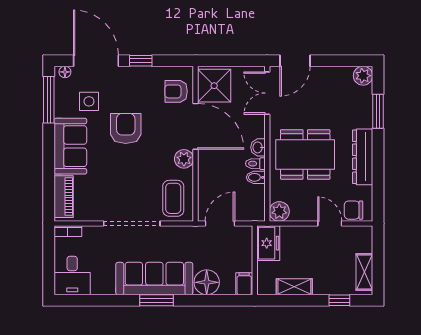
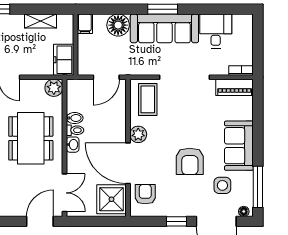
armchair: (176, 91) -> (145, 194), turned -90
dining table: (305, 154) -> (31, 138), turned 90
piano: (64, 197) -> (235, 87), moved, turned -90
desk: (72, 276) -> (216, 31), moved

